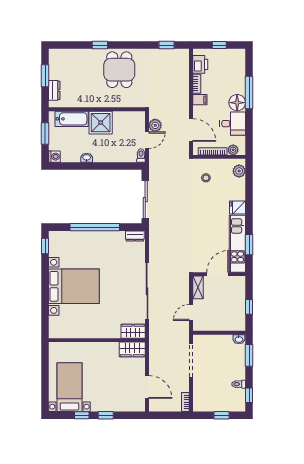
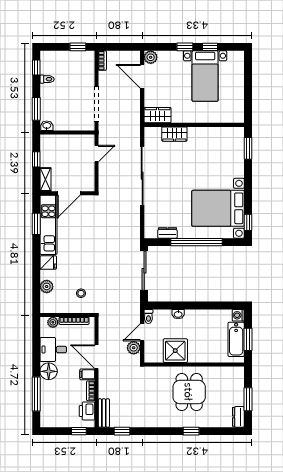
window: (219, 45) -> (79, 431), moved
bench: (184, 62) -> (104, 413), added
dining table: (119, 70) -> (189, 392), moved
dresser: (54, 90) -> (238, 417), moved
window: (249, 93) -> (36, 394), moved
bathtub: (72, 119) -> (236, 339), moved, turned -90
shower: (101, 123) -> (175, 351), moved
door: (191, 130) -> (96, 357), moved
washbasin: (87, 158) -> (178, 314), moved
plant: (239, 171) -> (47, 286), moved
dresser: (135, 236) -> (167, 233), moved
bed with nightstands: (74, 286) -> (218, 208), moved
shelving: (198, 287) -> (45, 179), moved
window: (45, 317) -> (248, 148), added
wardrobe: (133, 331) -> (174, 134), moved
bed with nightstands: (69, 387) -> (205, 76), moved
plant: (139, 405) -> (151, 57), added
window: (222, 415) -> (78, 47), moved

